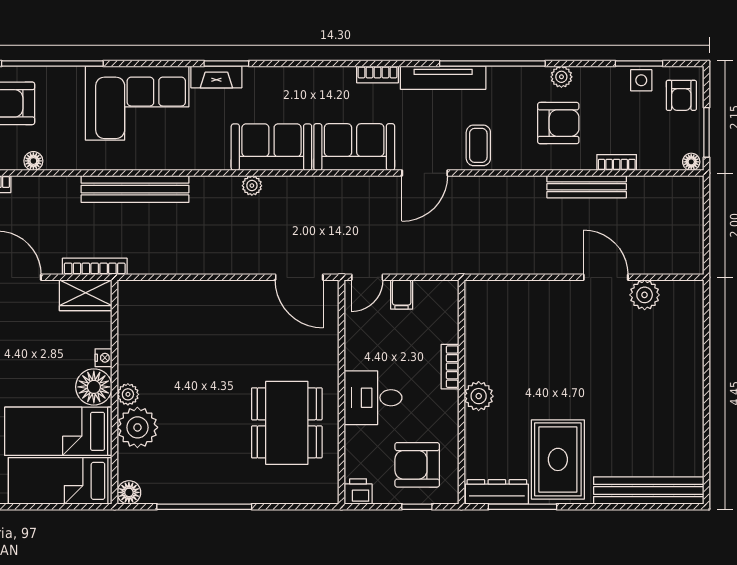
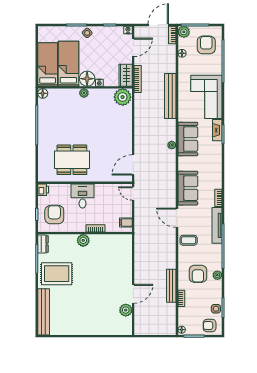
sofa: (271, 147) -> (188, 139), moved
filing cabinet: (402, 295) -> (126, 222), moved
plant: (137, 427) -> (123, 97), moved
dresser: (497, 492) -> (43, 244), width x0.70

